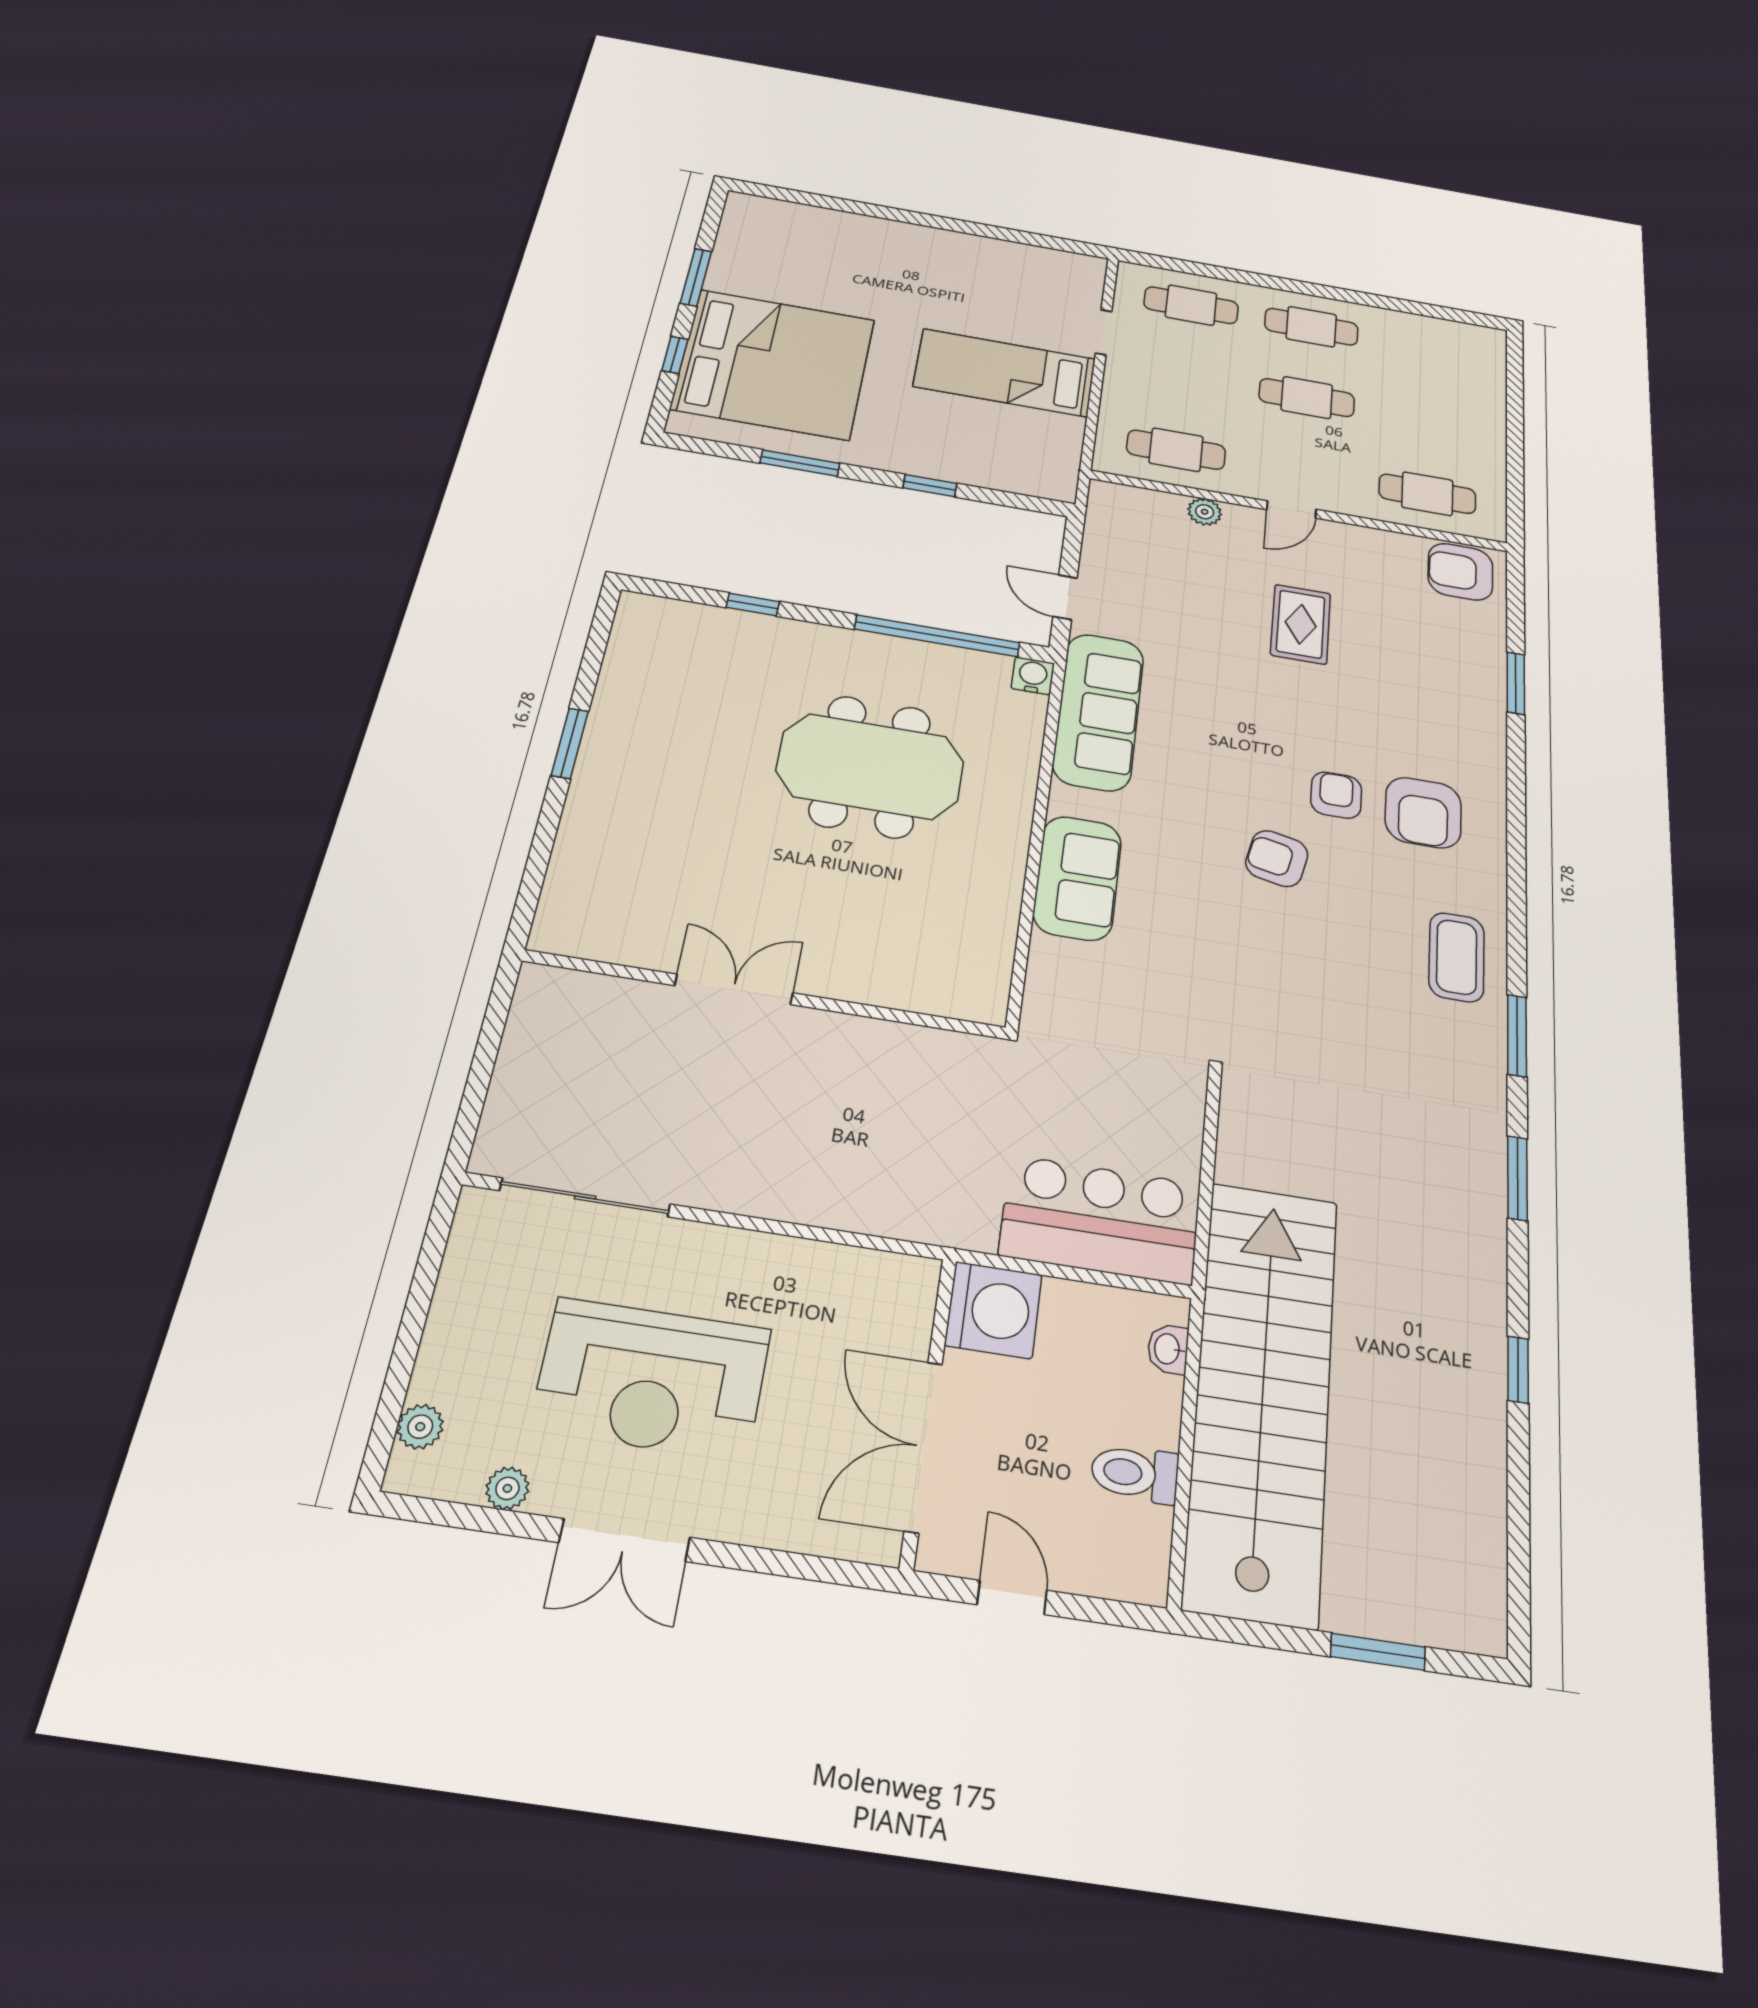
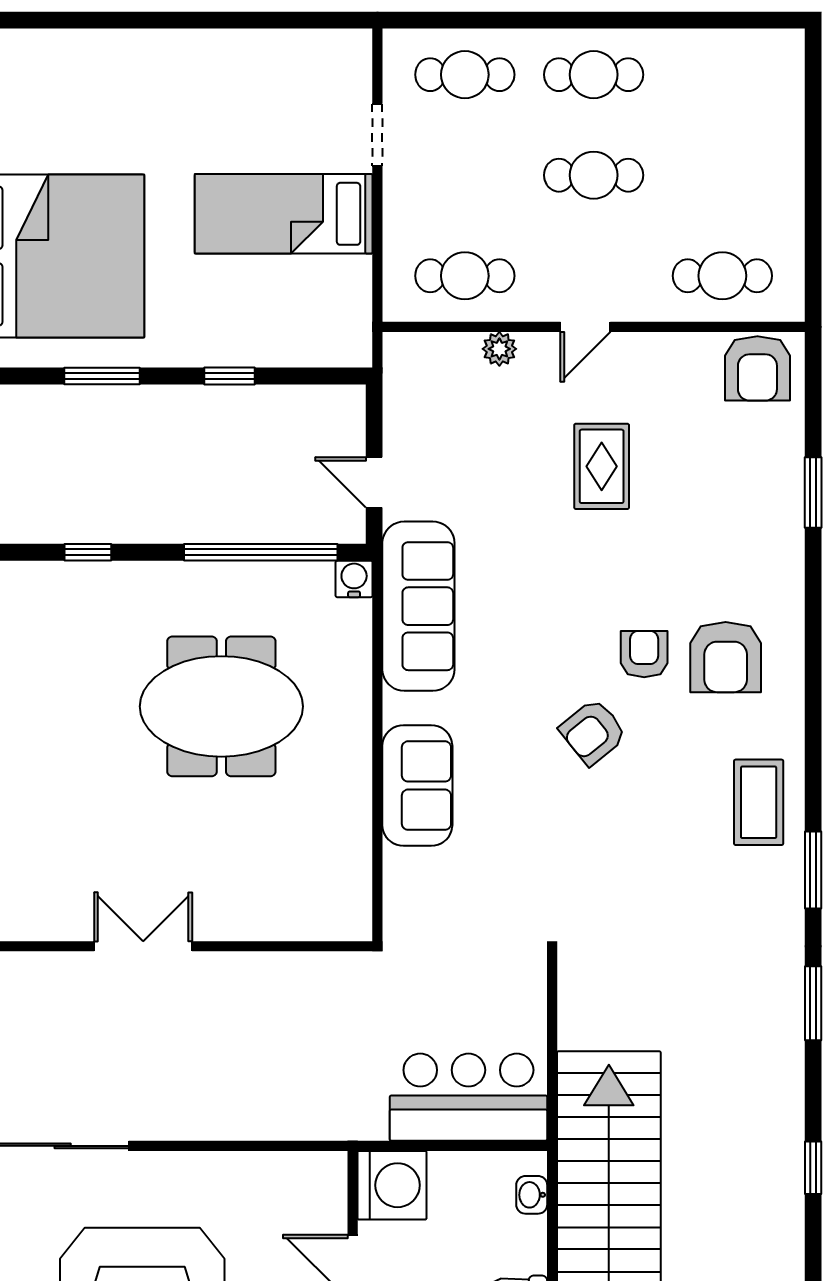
armchair: (1460, 572) -> (757, 368), turned -90
armchair: (1277, 859) -> (593, 732), turned -51

